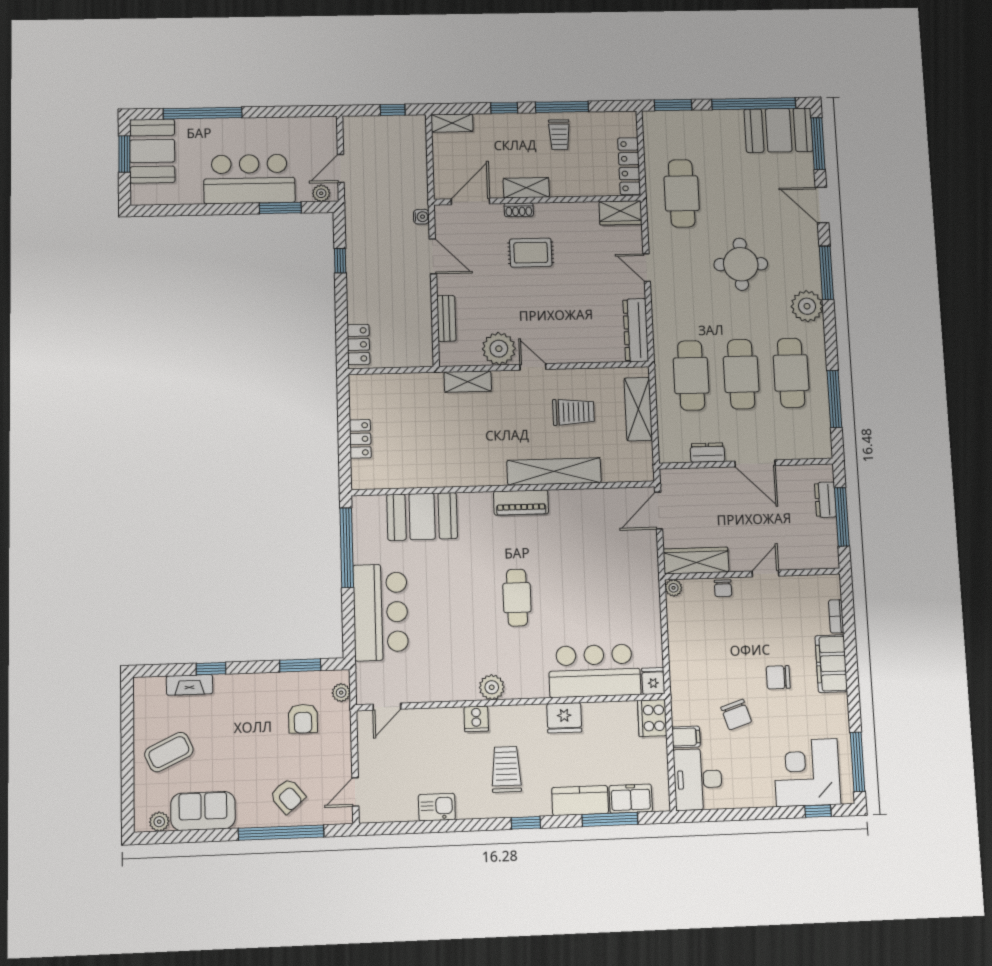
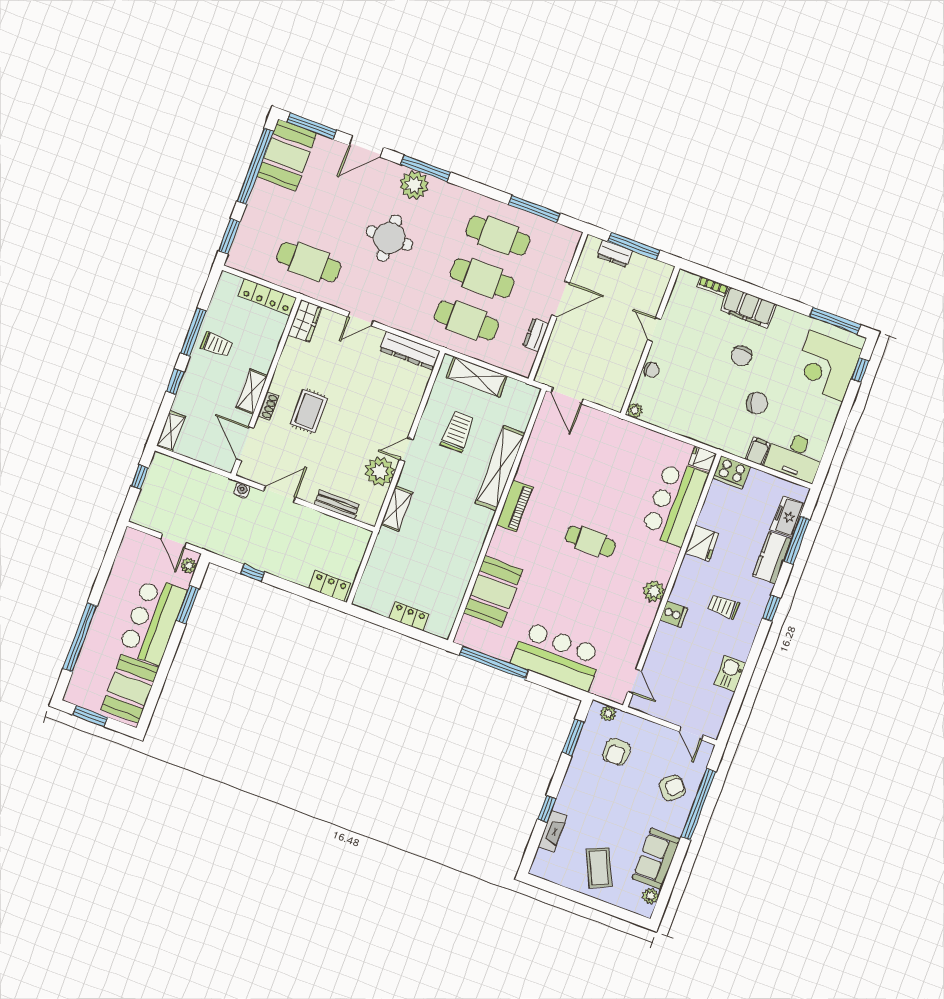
booth: (152, 151) -> (130, 689), moved, turned 90
plant: (807, 306) -> (414, 185), moved
wardrobe: (696, 561) -> (620, 382), removed
armchair: (303, 719) -> (616, 752), turned 90
trolley: (506, 769) -> (723, 606), width x0.73, depth x0.72

